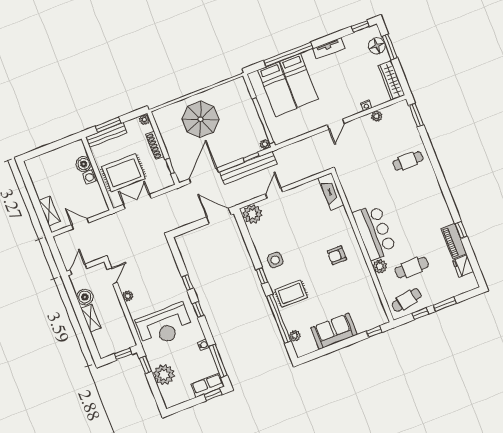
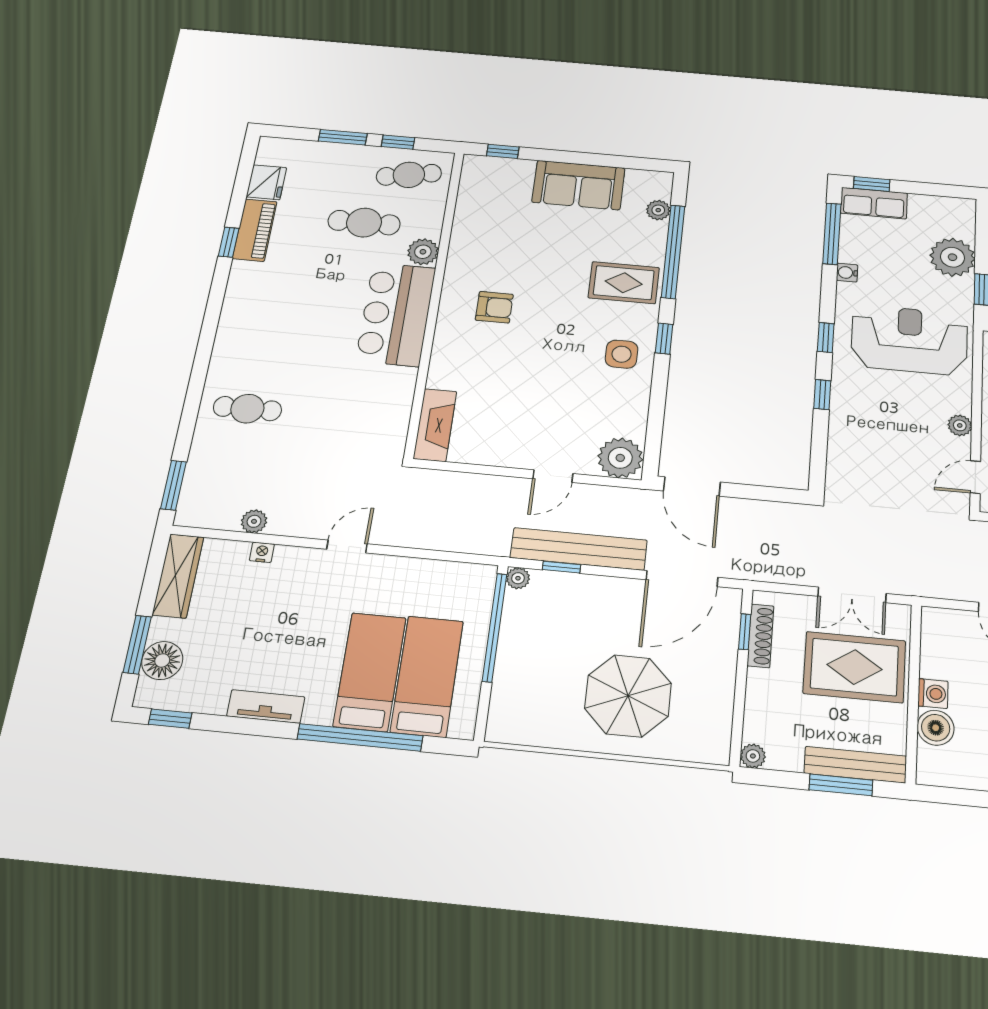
shoe rack: (155, 146) -> (760, 636), moved

